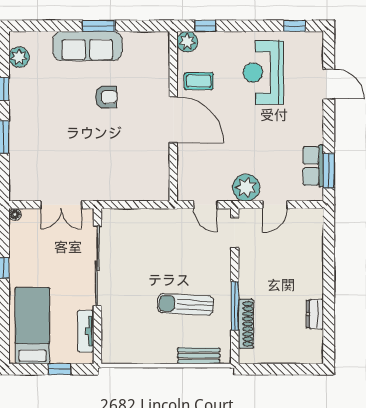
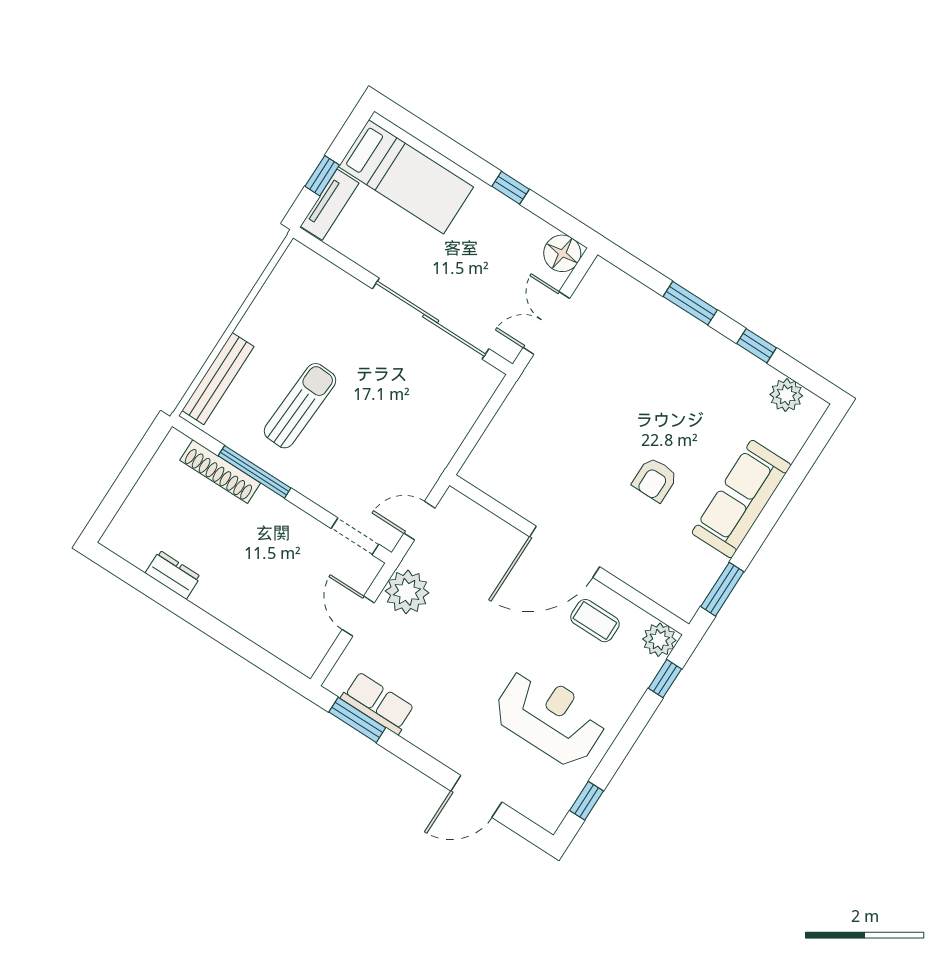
window: (99, 26) -> (722, 589), moved
coffee table: (199, 81) -> (595, 621), turned 90
floor lamp: (15, 214) -> (562, 253), width x1.89, depth x1.89
tv unit: (86, 331) -> (330, 205), moved, turned 90
bench: (199, 356) -> (218, 379), width x1.36

